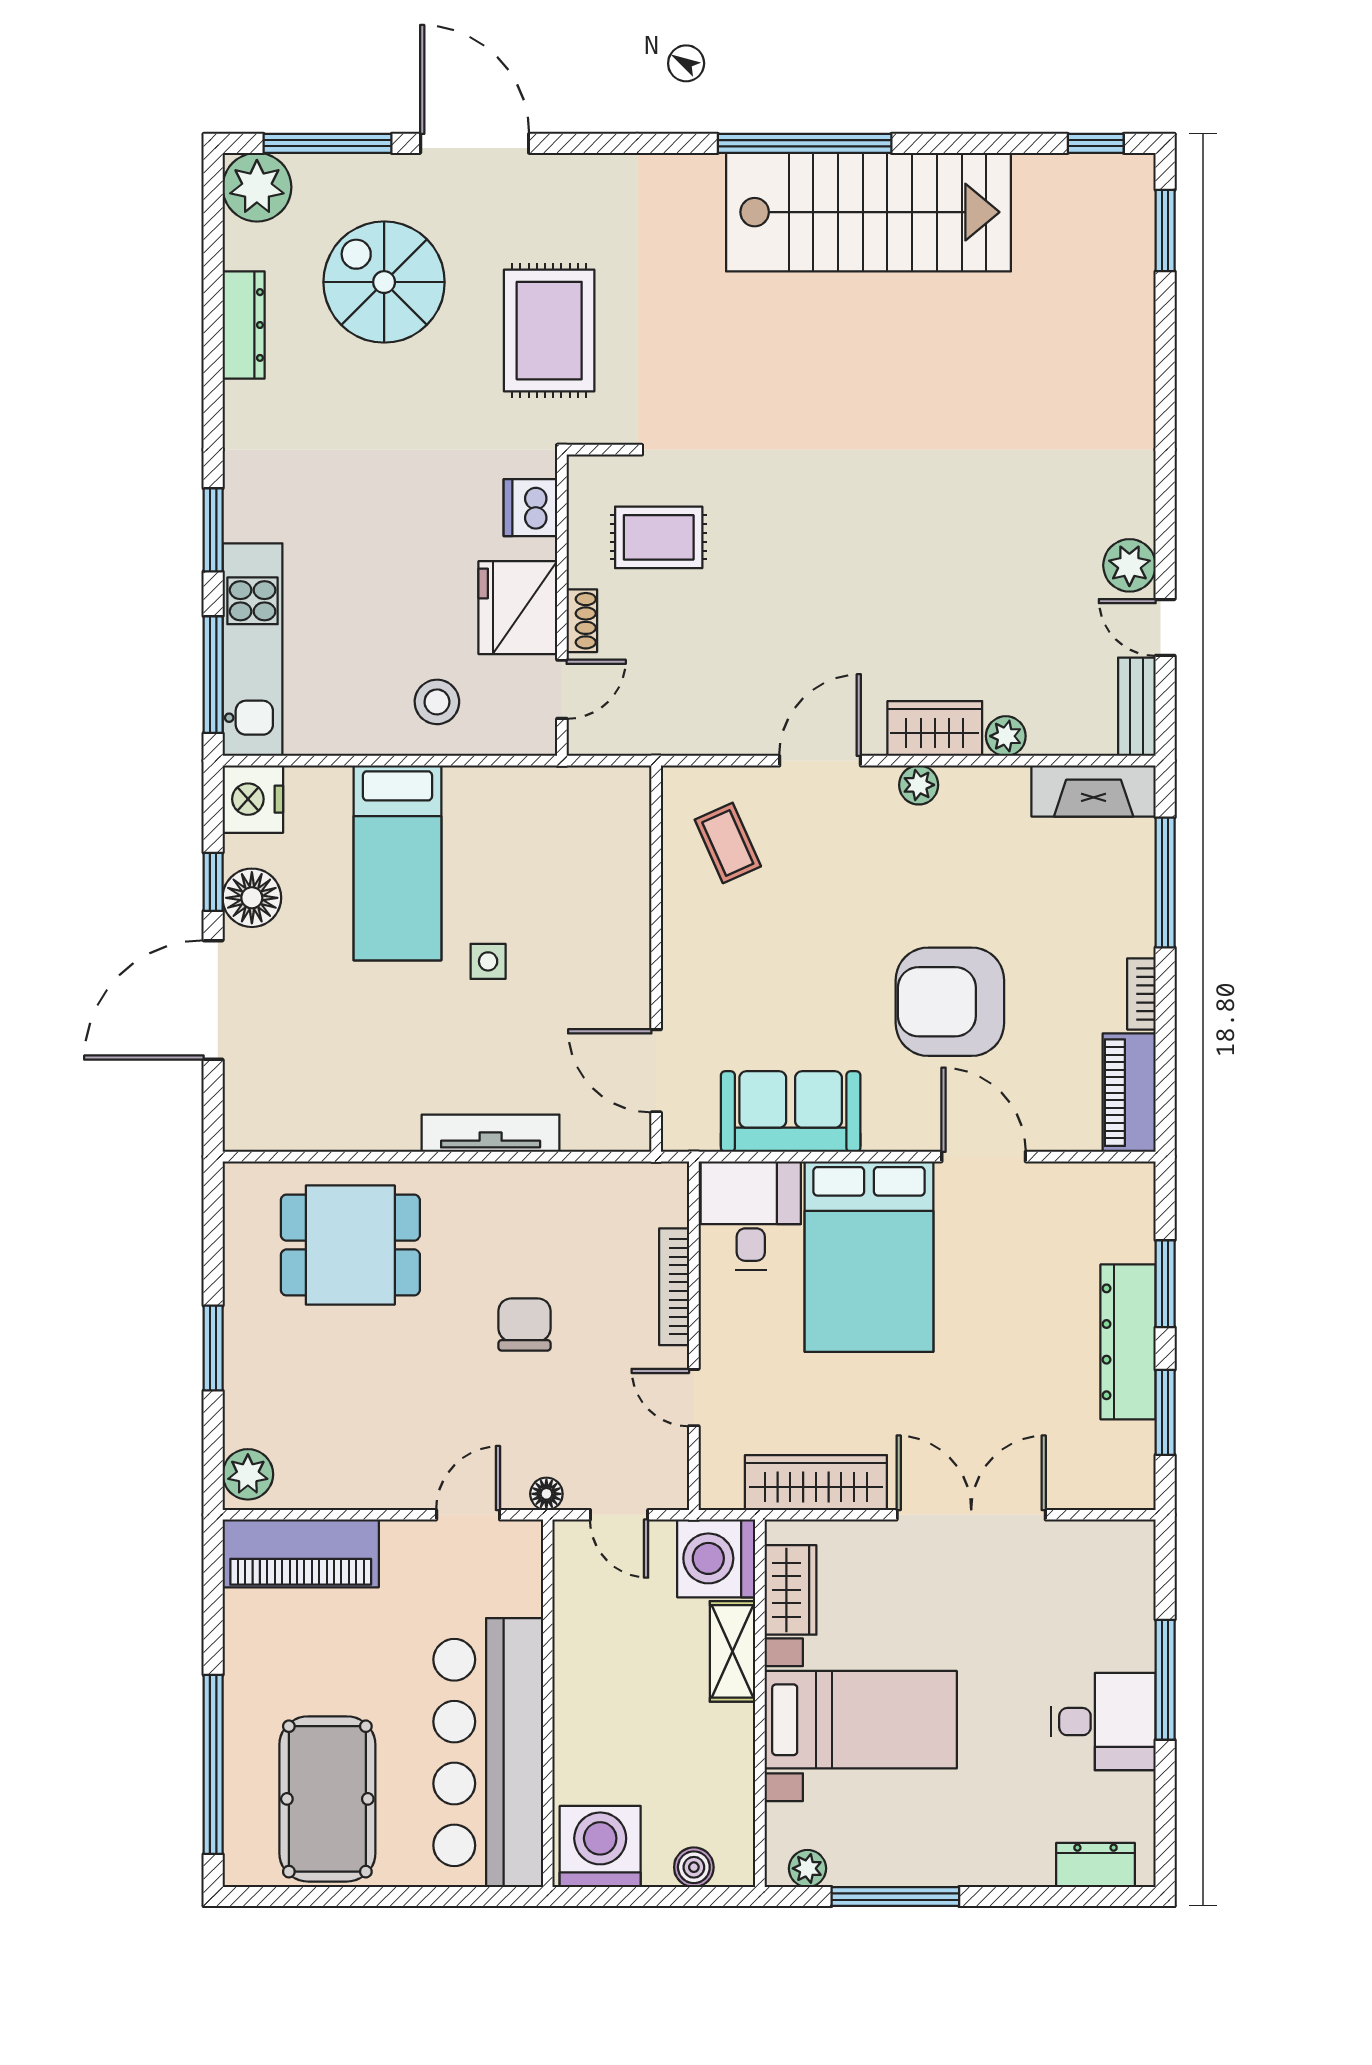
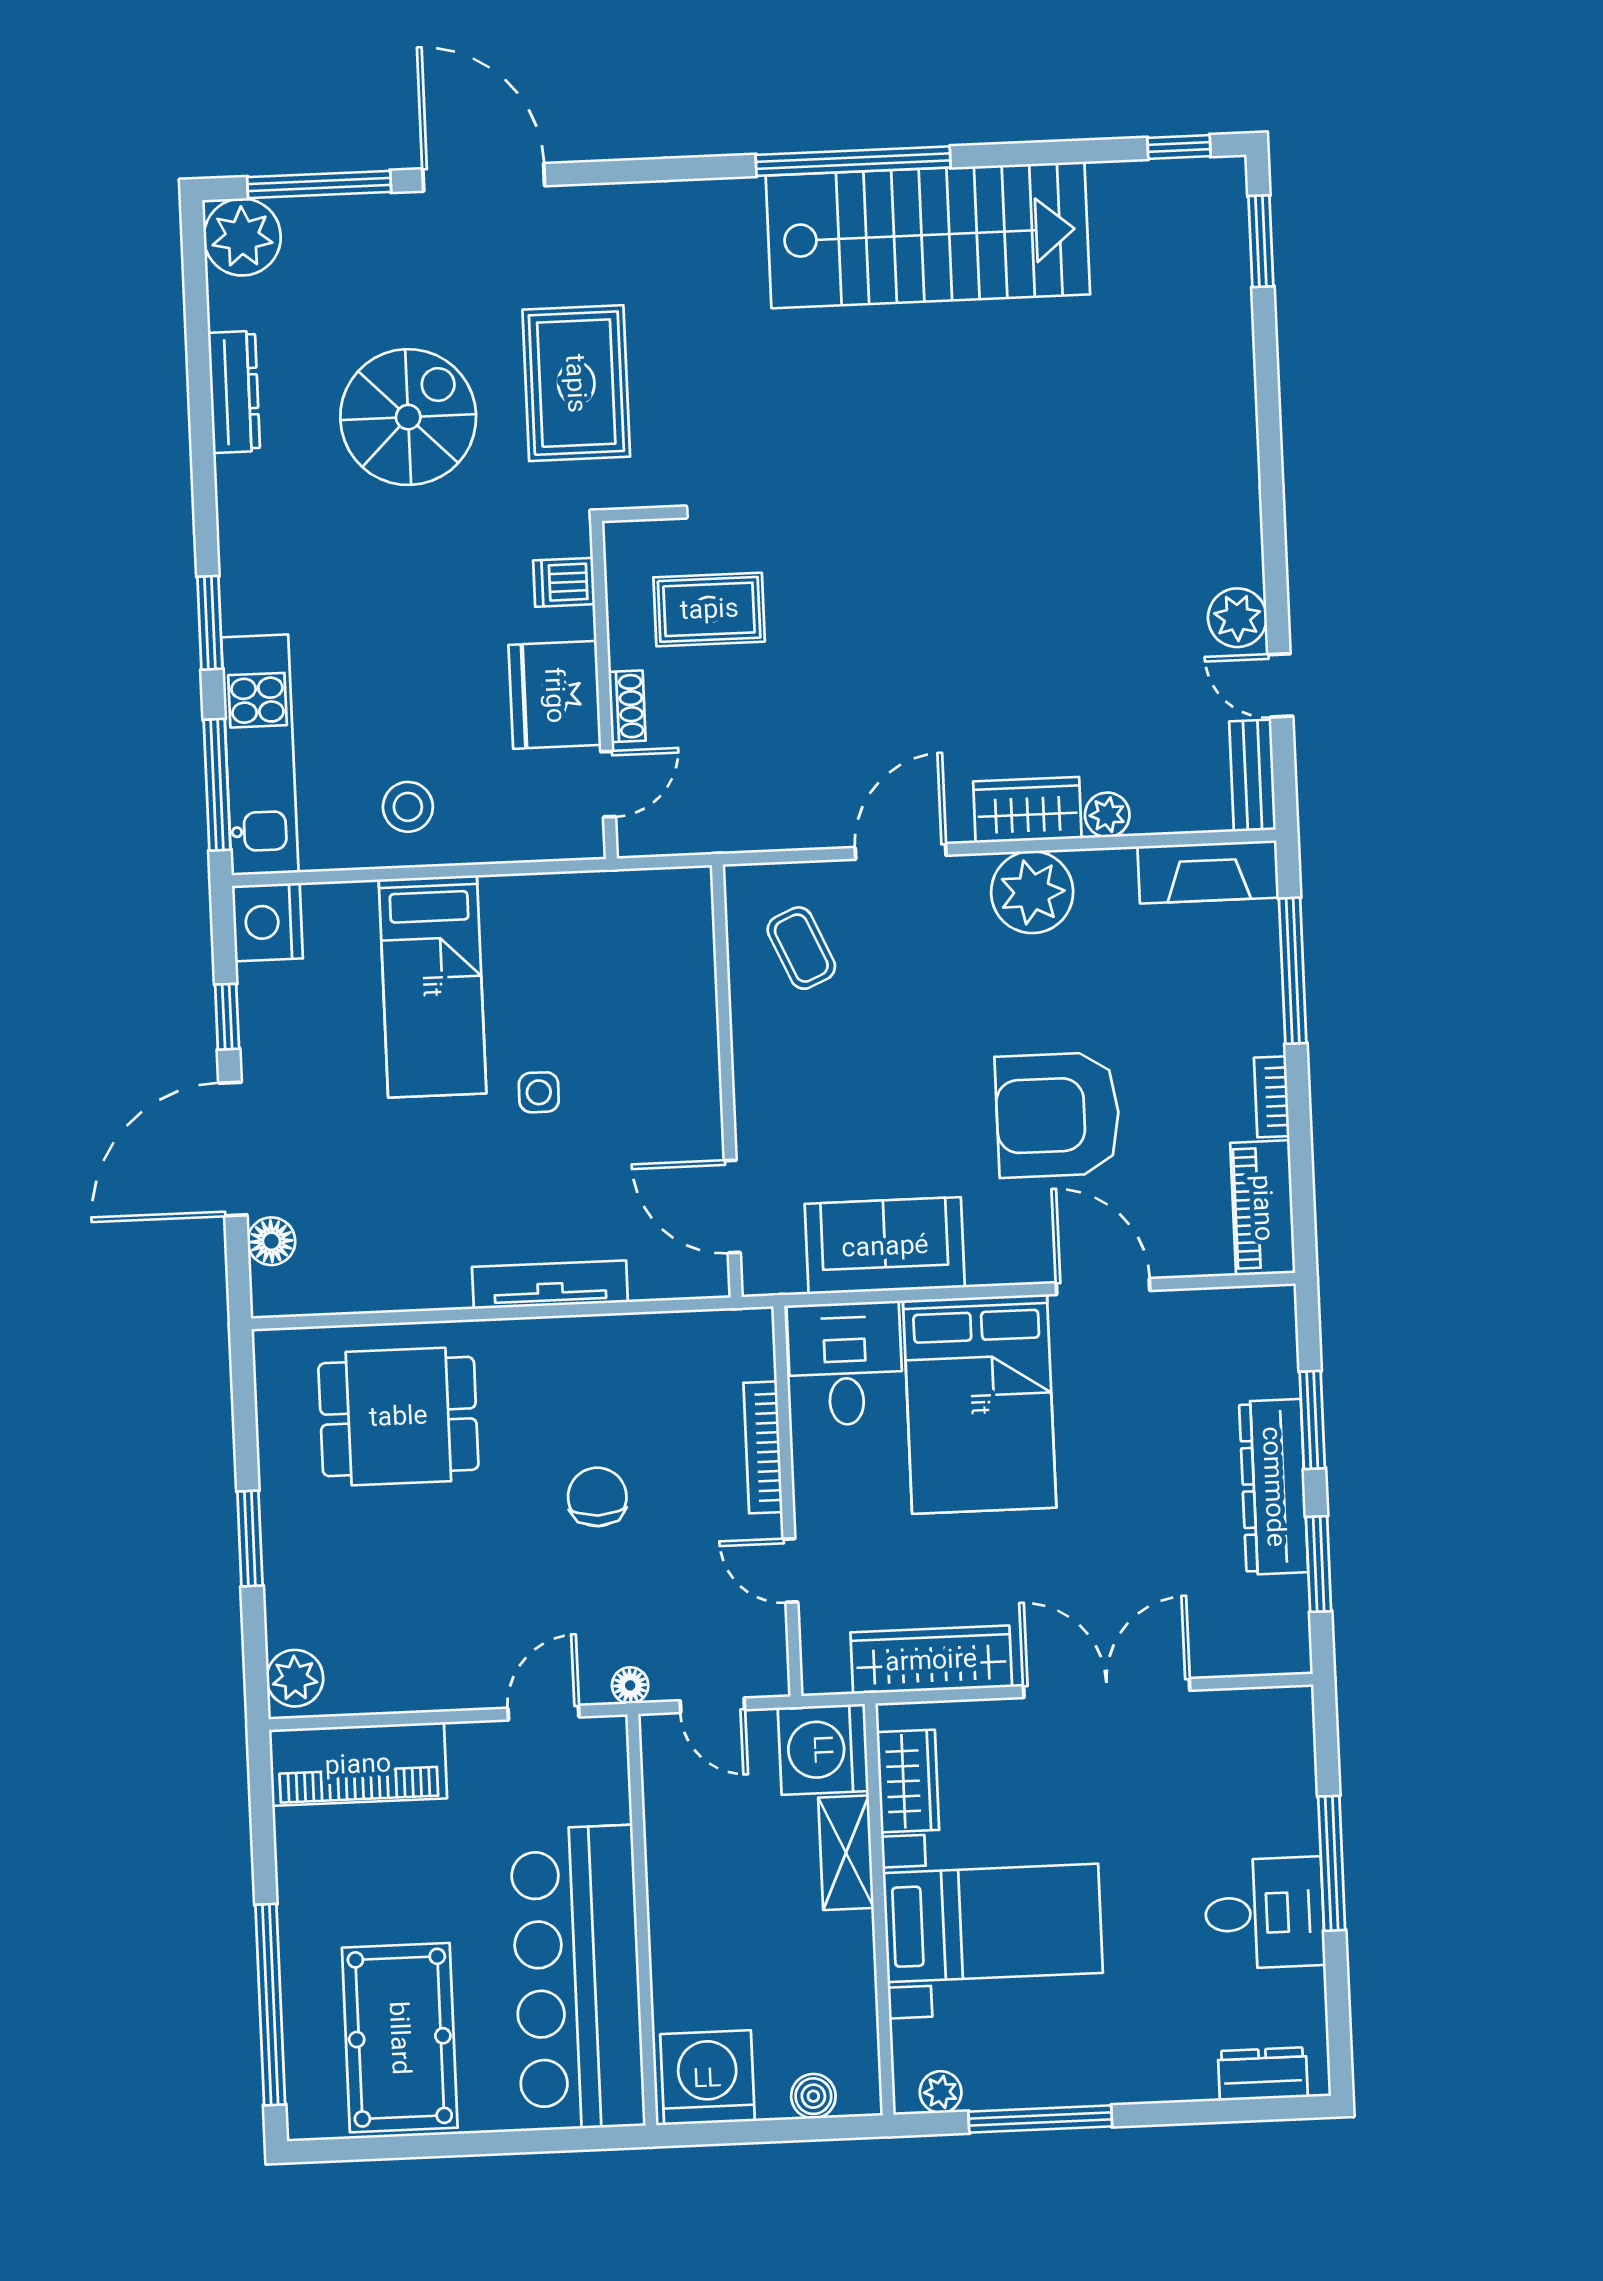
spiral stairs: (384, 282) -> (408, 417), moved, turned 90
dishwasher: (530, 508) -> (564, 582), width x0.73
stool: (437, 702) -> (408, 807), moved
plant: (919, 785) -> (1032, 892), width x1.88, depth x1.88
floor lamp: (252, 898) -> (271, 1241), moved, width x0.73, depth x0.73

